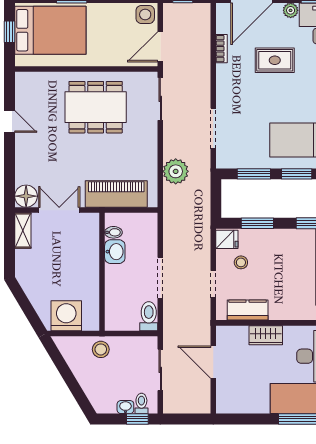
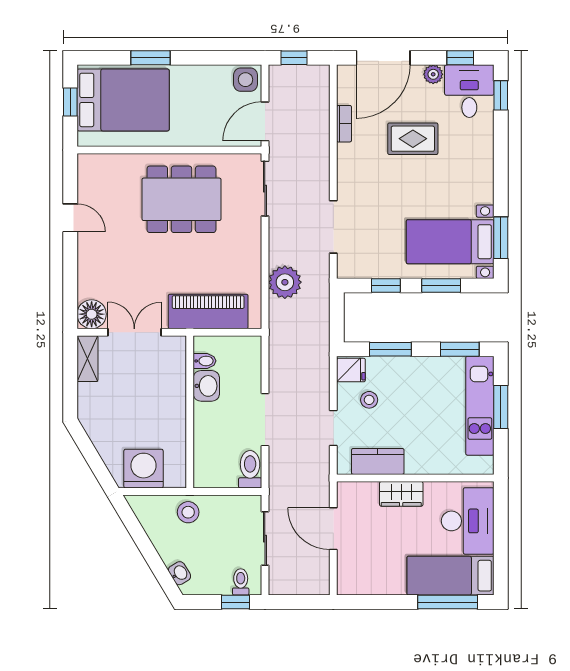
window: (254, 174) -> (386, 285), width x0.67
washbasin: (125, 407) -> (180, 573), moved, turned 59

